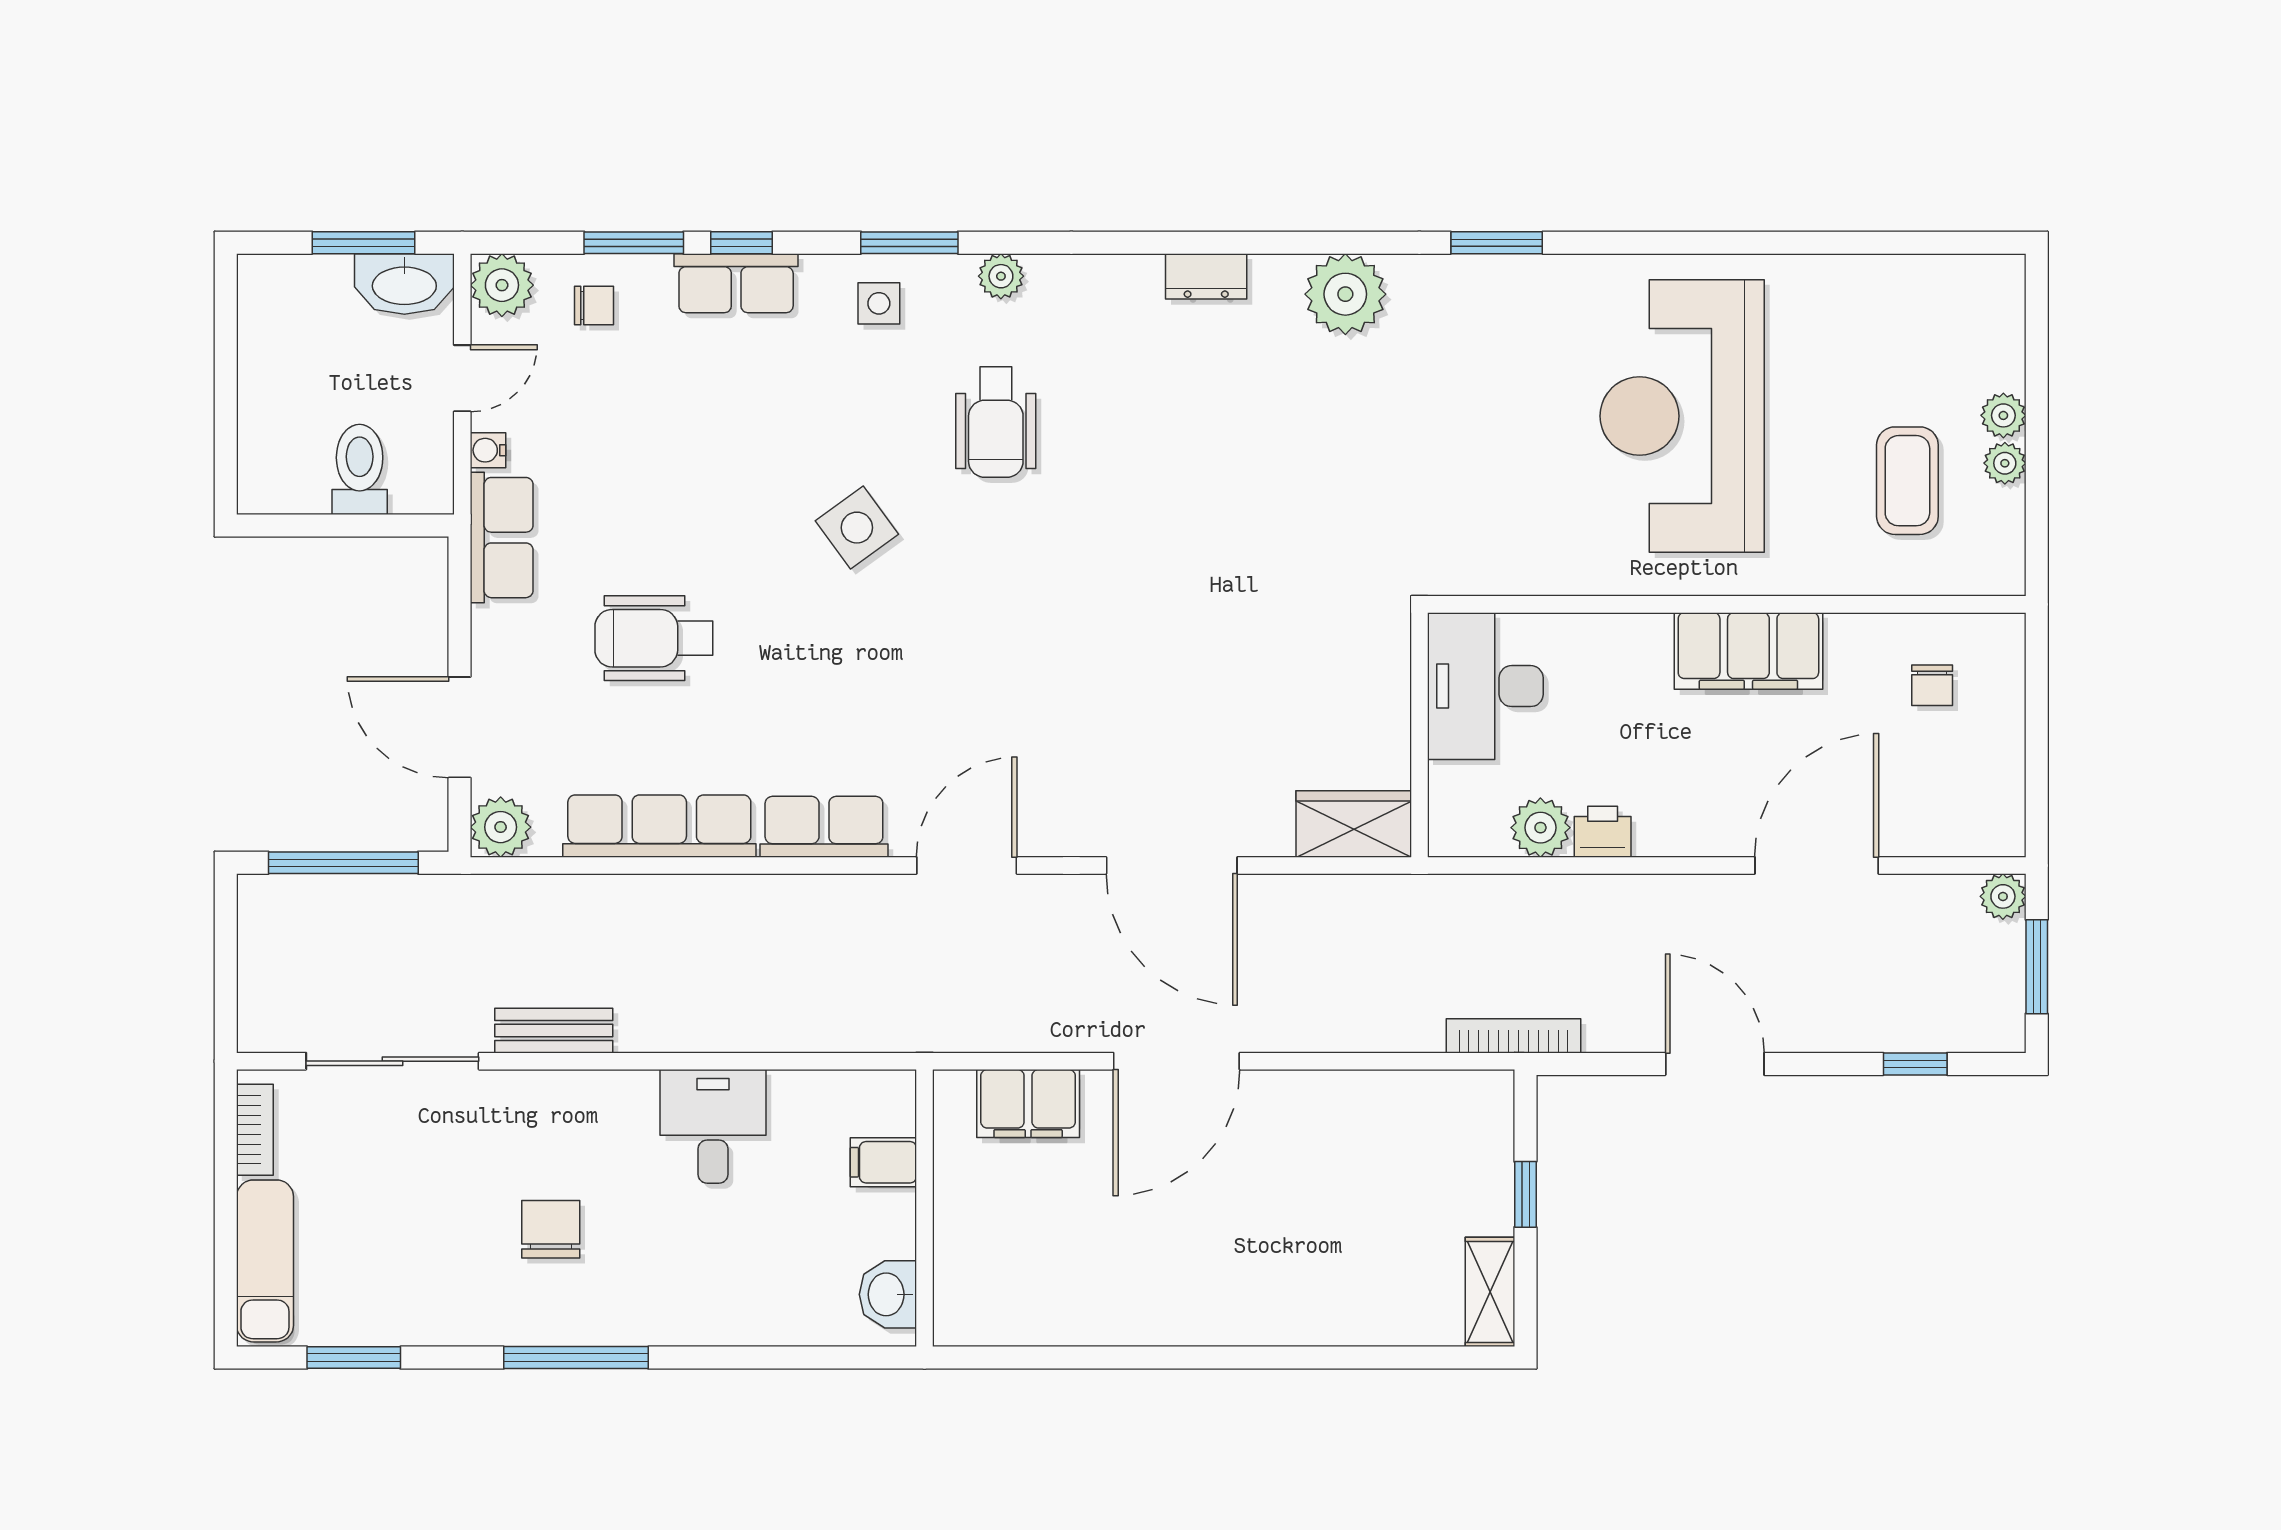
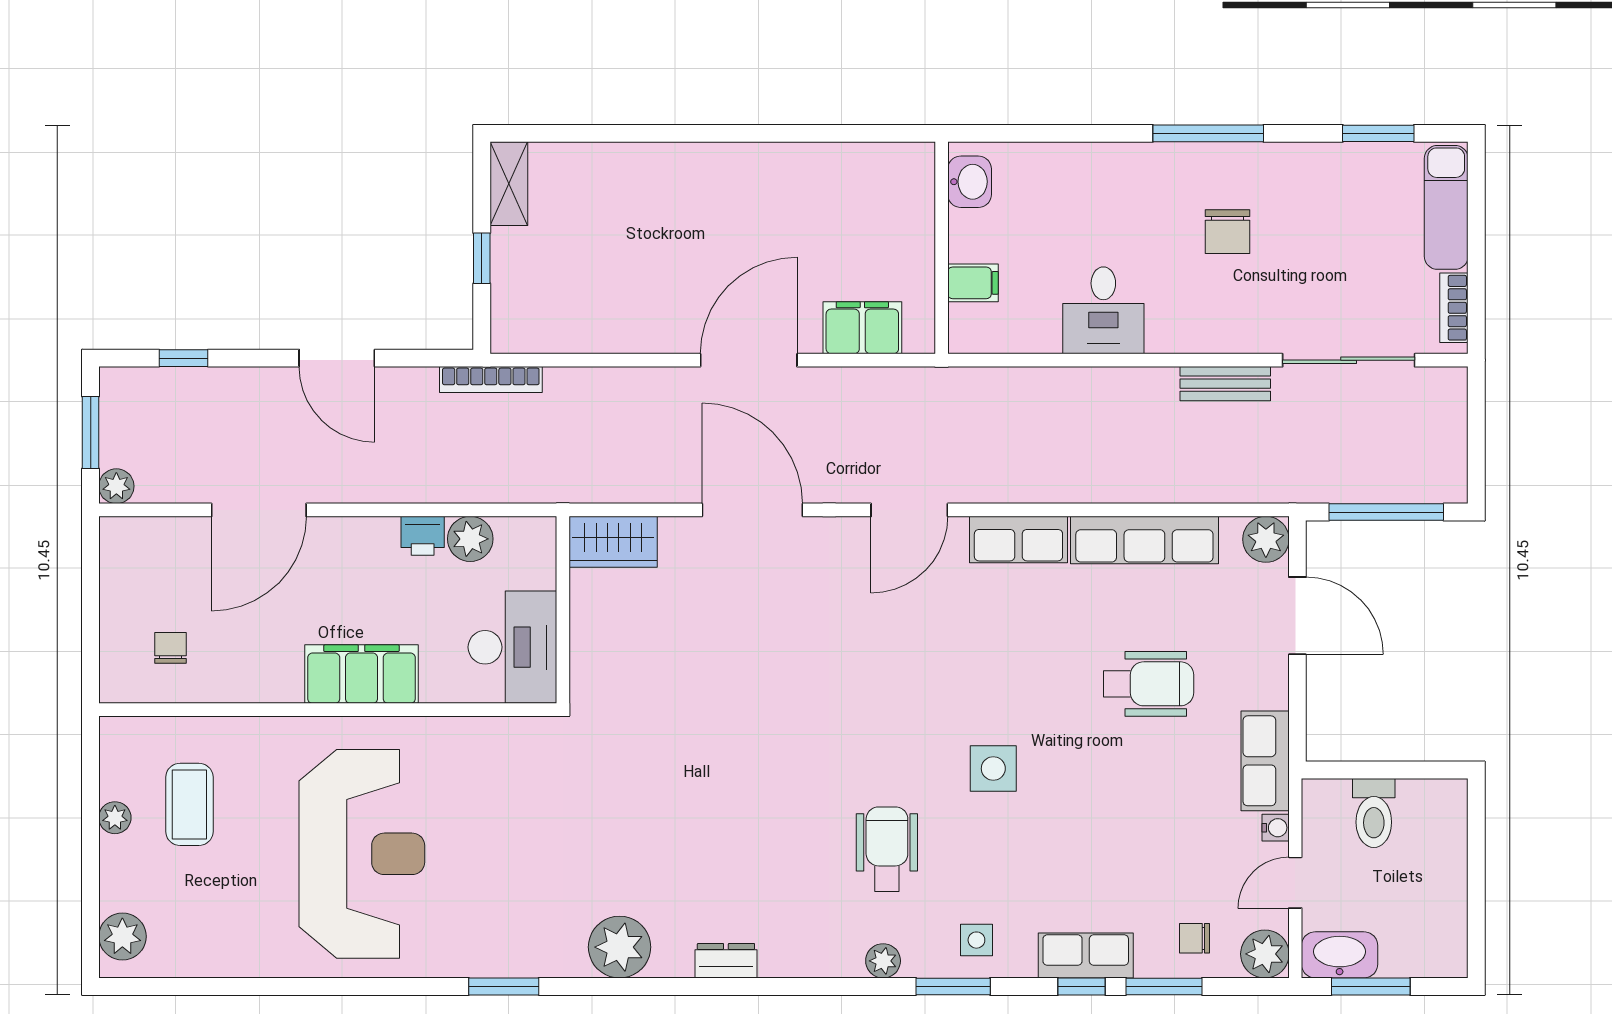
plant: (2003, 415) -> (122, 936), moved, width x1.38, depth x1.38
side table: (857, 528) -> (993, 769), turned 36
filing cabinet: (1748, 651) -> (361, 674), moved

